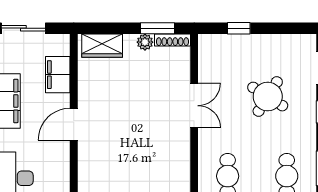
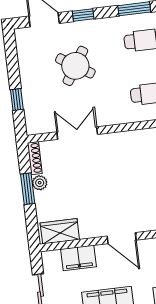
window: (157, 28) -> (28, 189), moved
wardrobe: (102, 46) -> (60, 231), moved, turned -90
double door: (194, 106) -> (77, 133), moved

